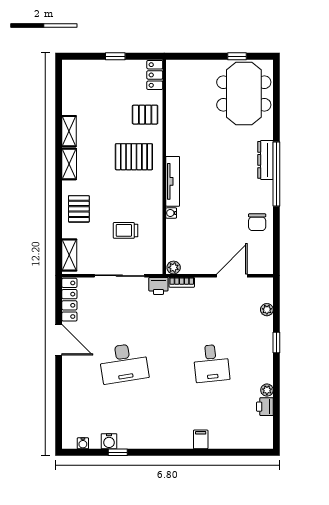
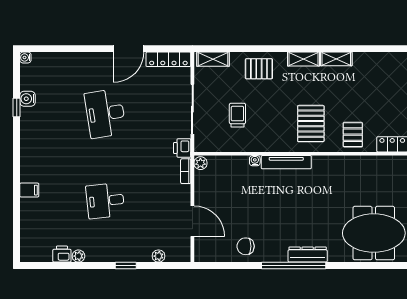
water cooler: (83, 443) -> (25, 57), moved

